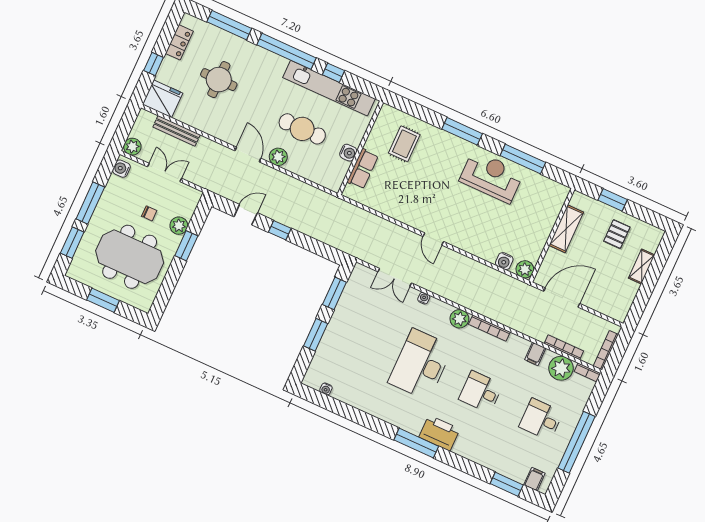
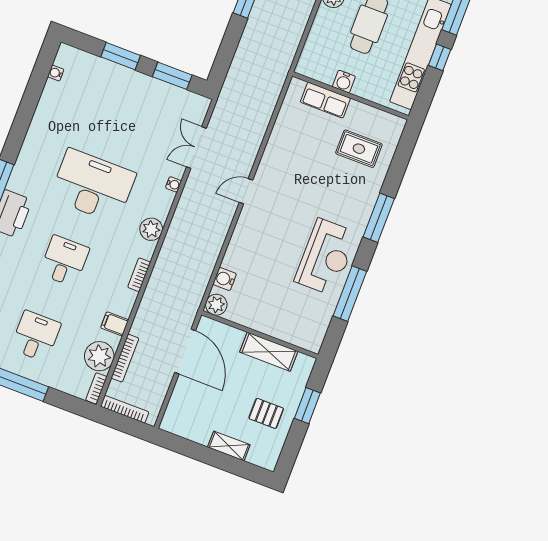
bookcase: (489, 328) -> (139, 275), width x0.64

